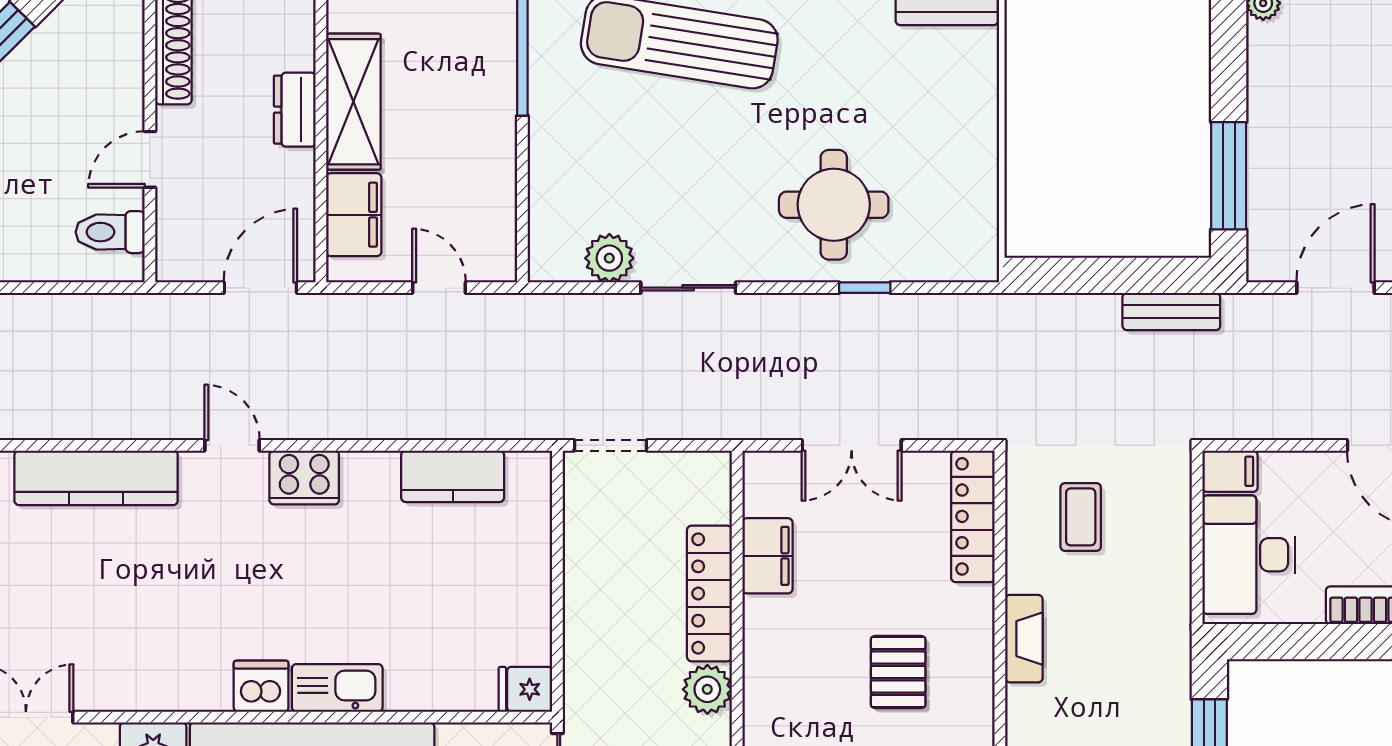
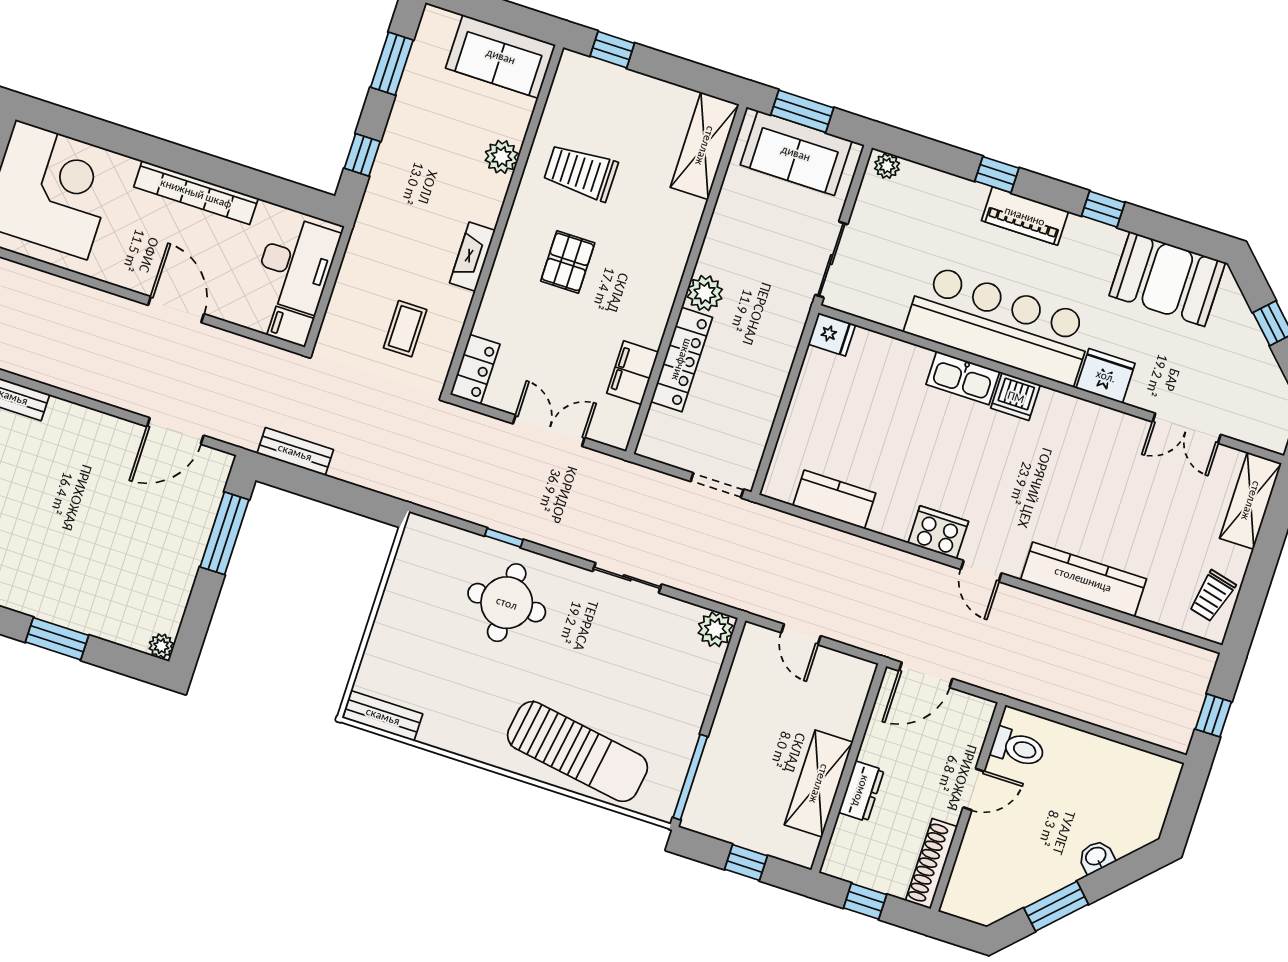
filing cabinet: (354, 215) -> (844, 705), removed
plant: (609, 258) -> (715, 629), moved
locker: (973, 516) -> (475, 369), width x0.66

